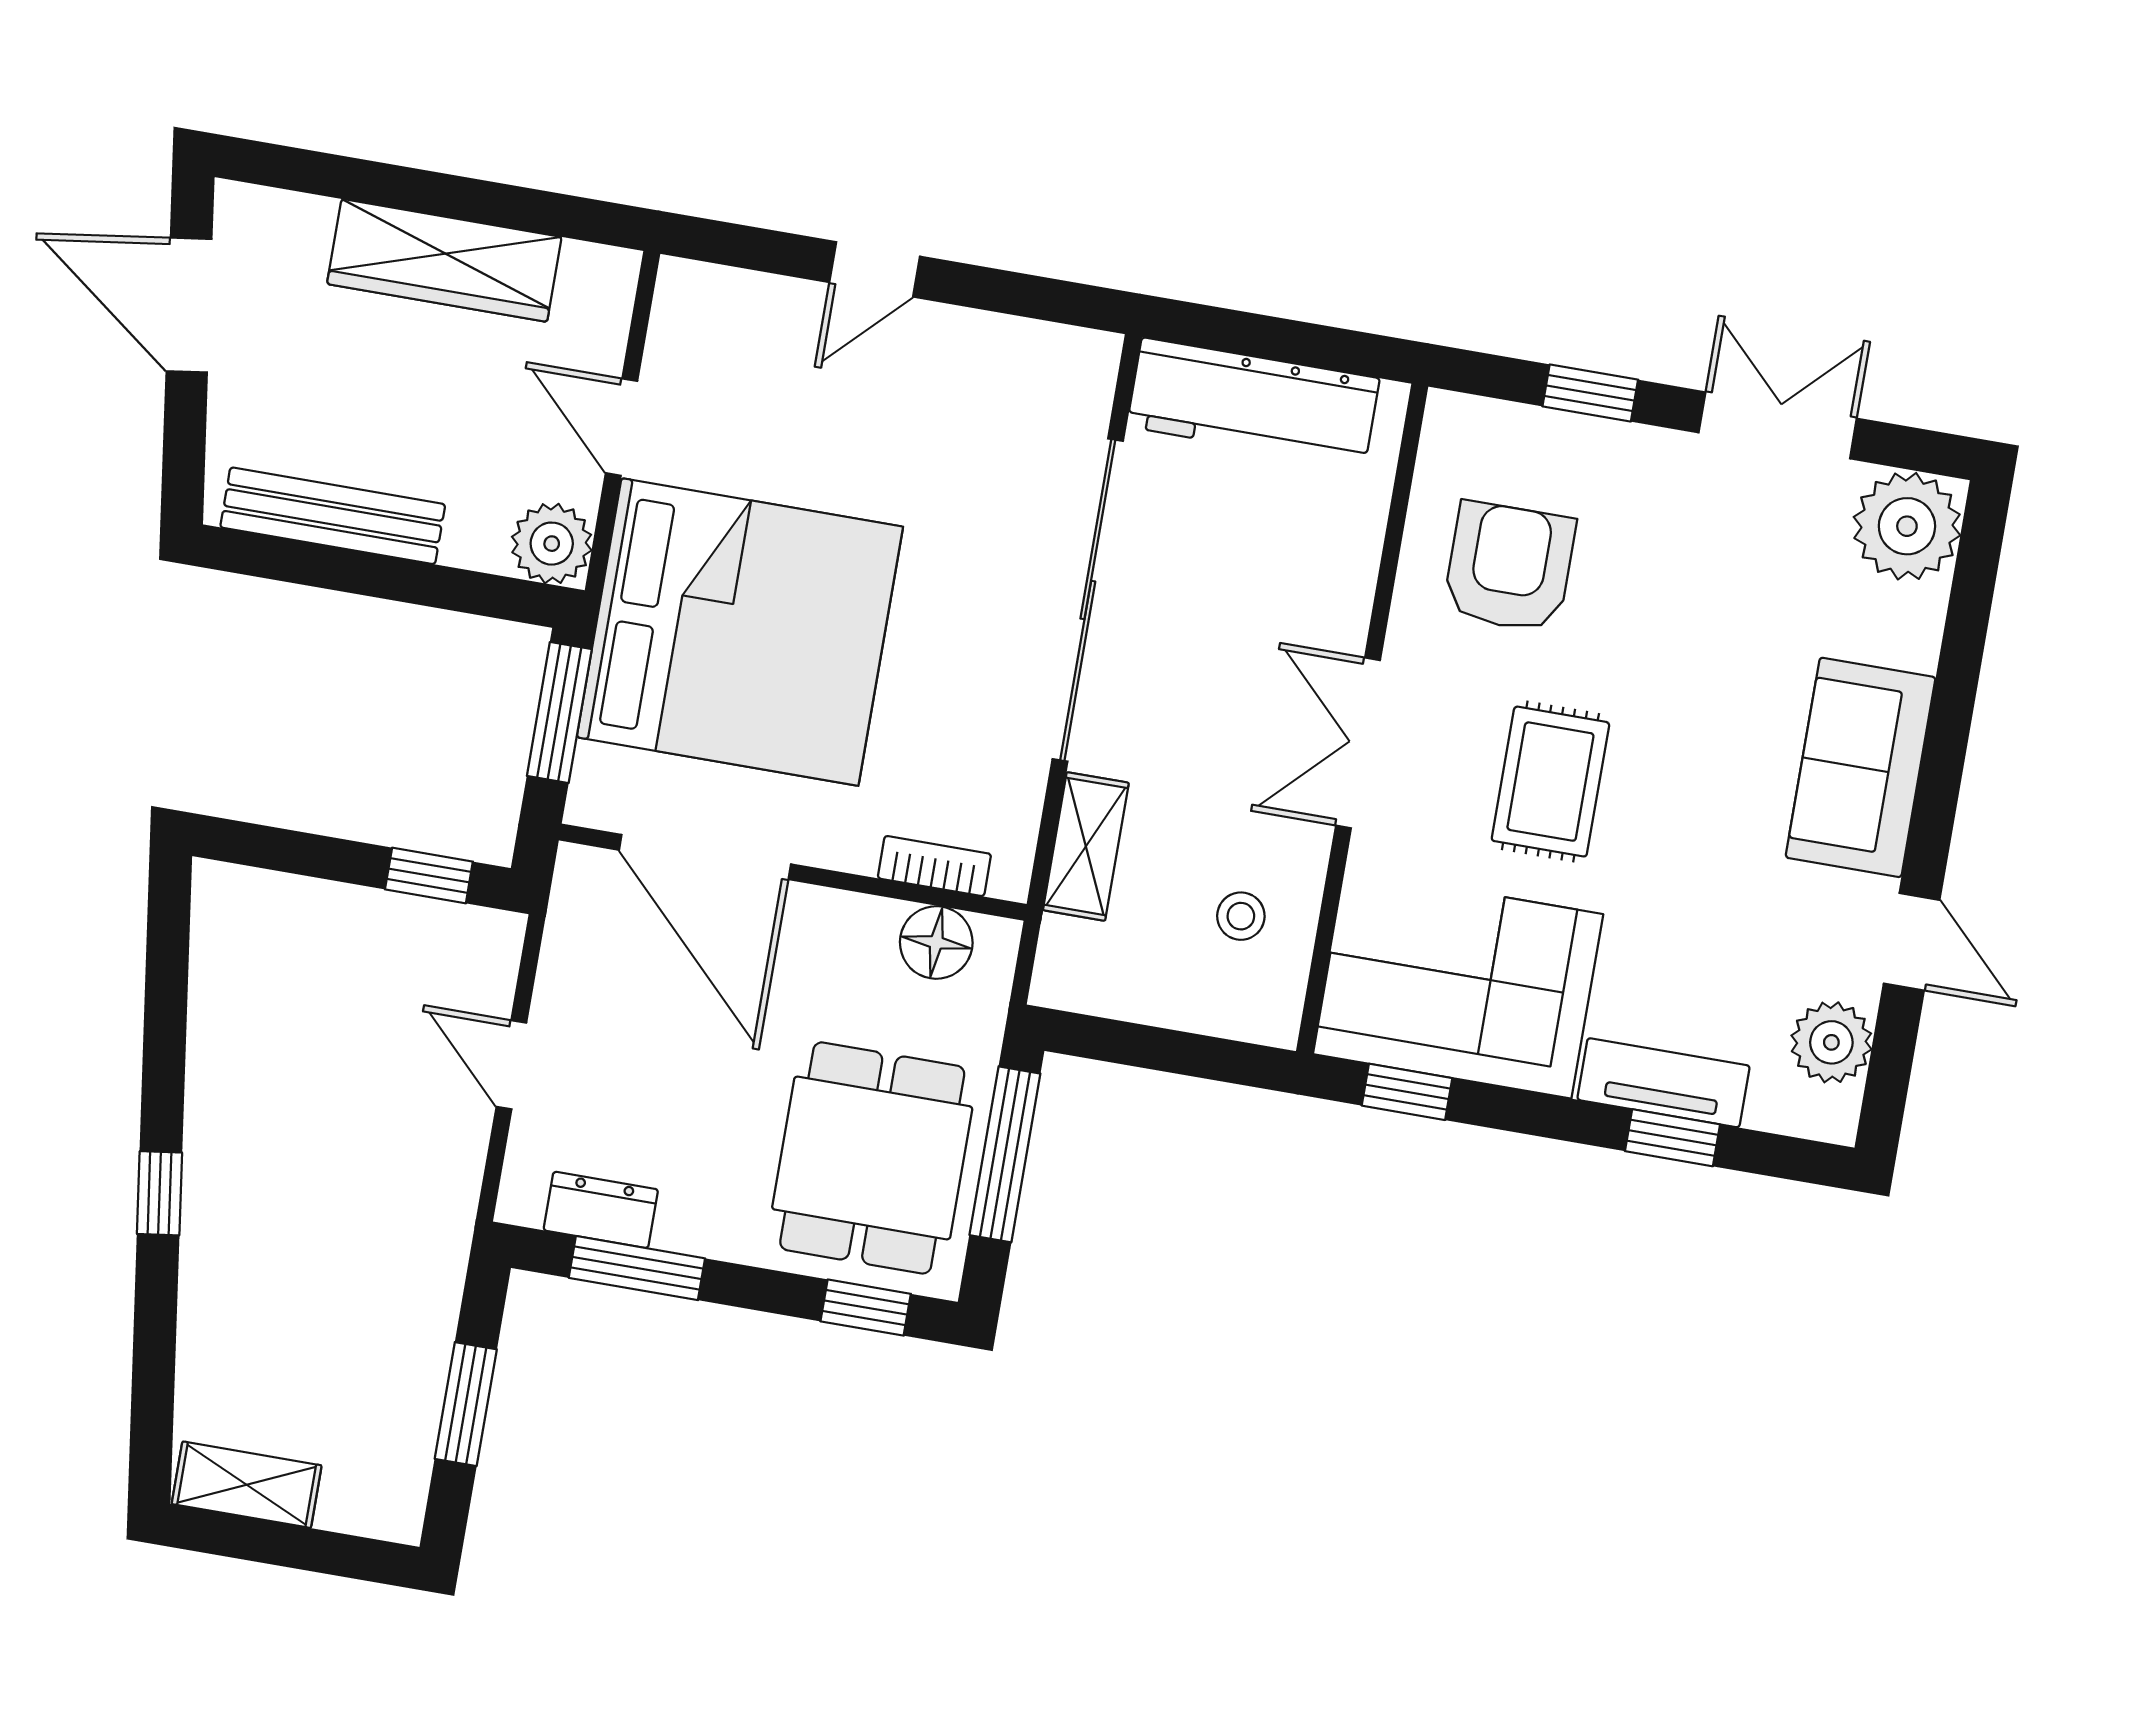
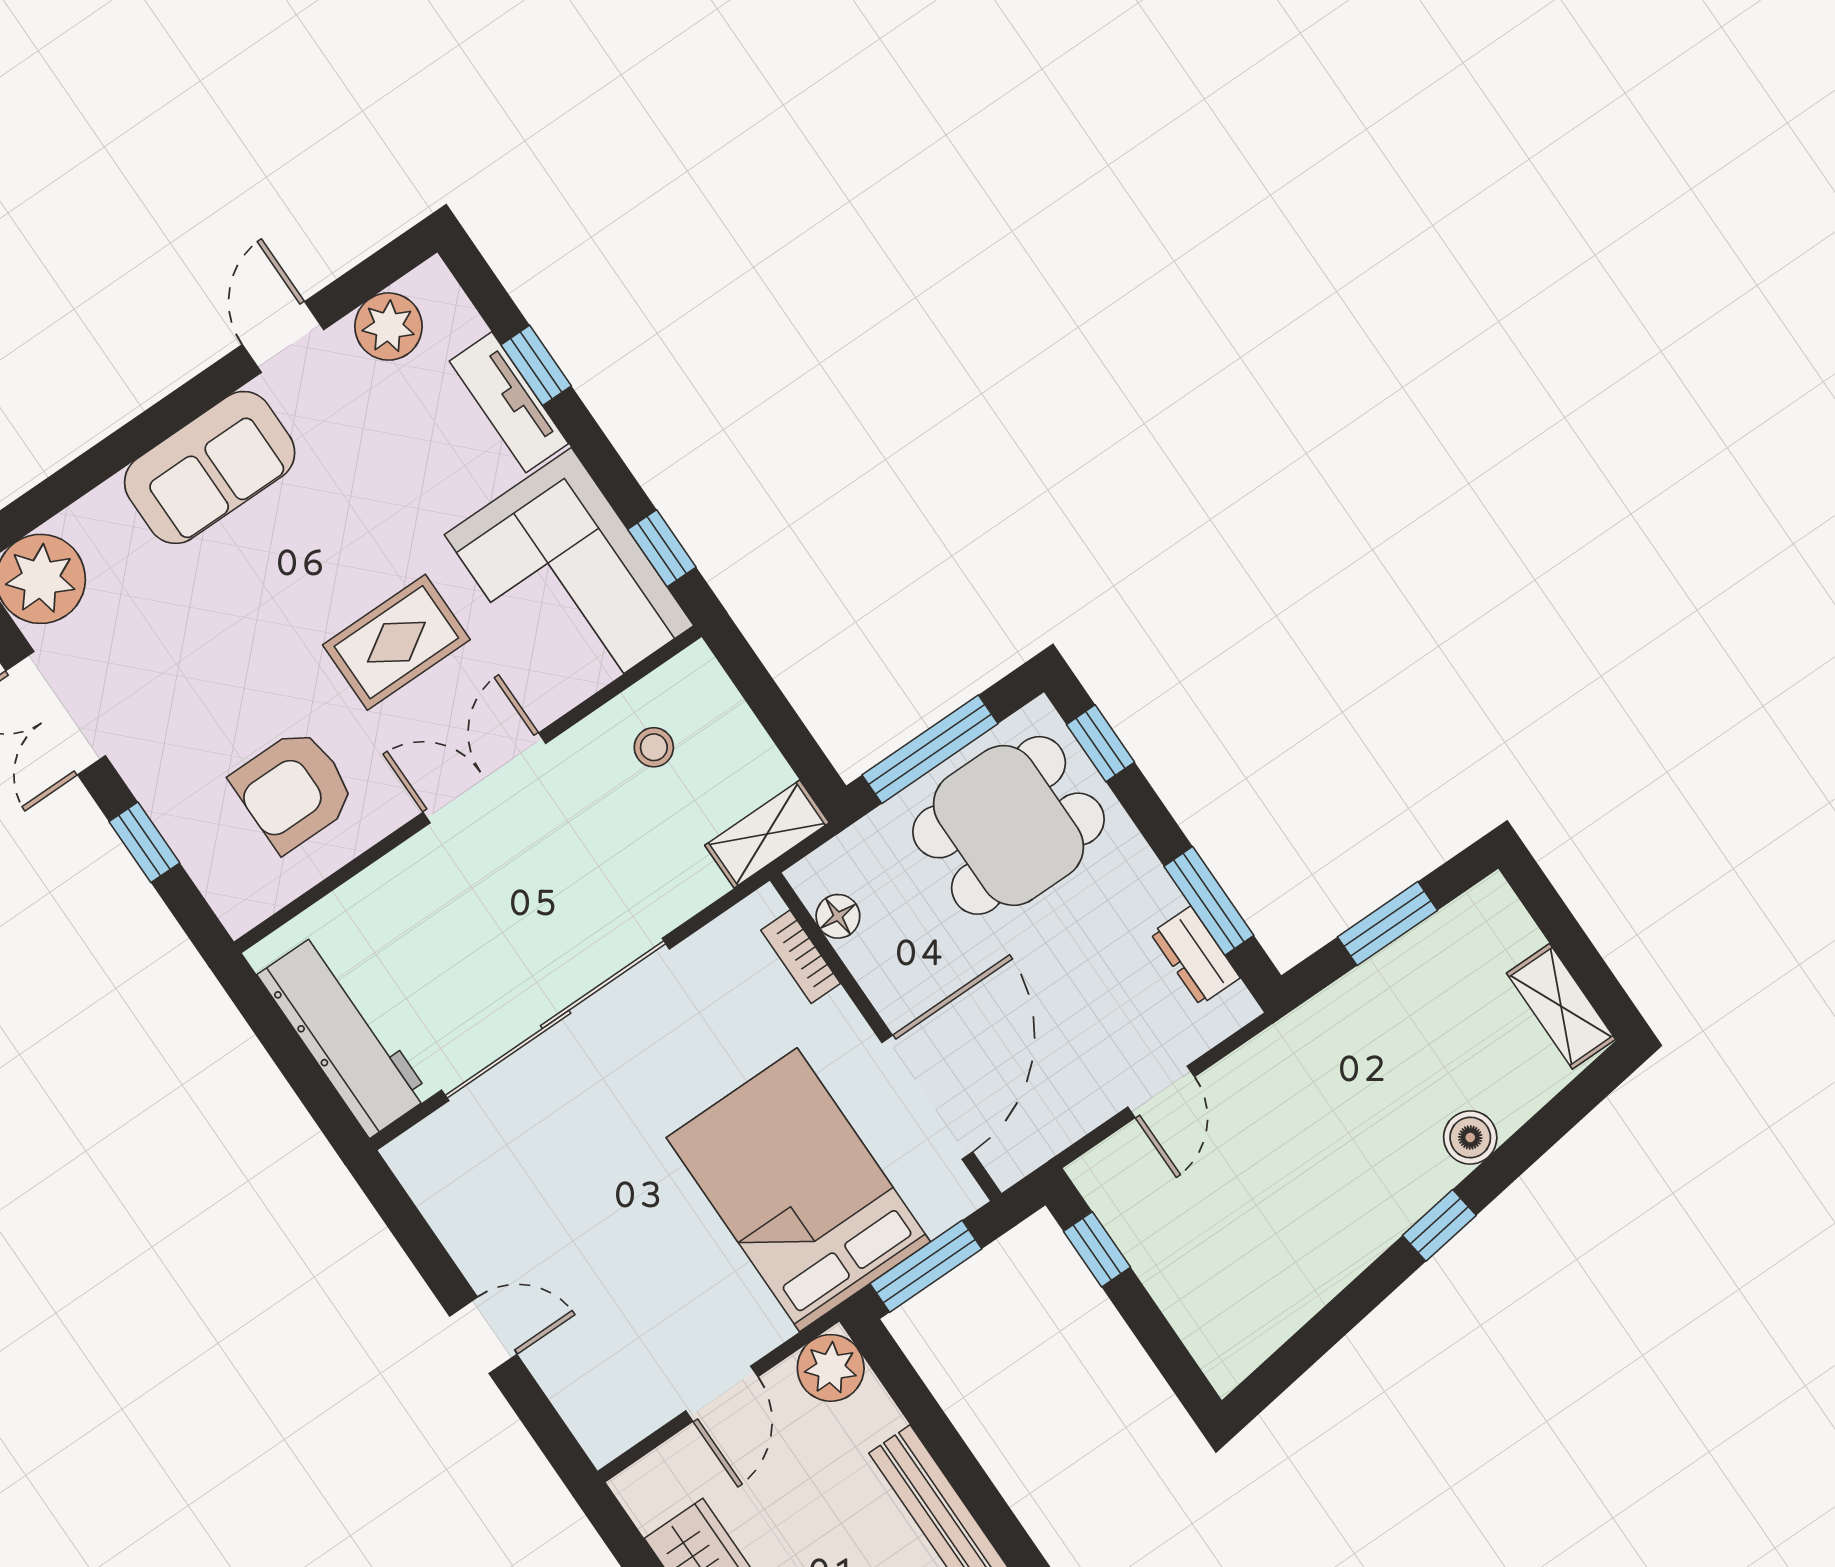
bed: (740, 632) -> (798, 1190), width x0.73
double door: (1358, 743) -> (484, 778), swing flipped
shelving: (1086, 846) -> (767, 834), moved
floor lamp: (936, 942) -> (838, 916), width x0.73, depth x0.73
boiler: (210, 1295) -> (1470, 1137), added

